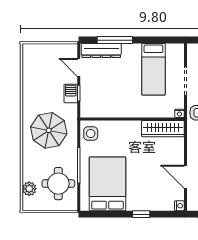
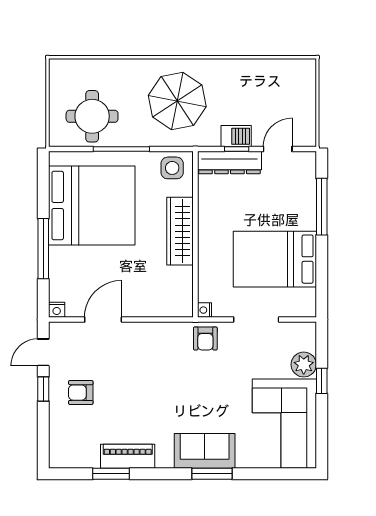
dresser: (101, 51) -> (229, 163), moved, turned -90
bed: (153, 69) -> (275, 259), width x1.50
wardrobe: (163, 129) -> (180, 231), moved
bed: (108, 184) -> (92, 205), width x1.36
plant: (29, 189) -> (84, 70), removed
window: (141, 214) -> (43, 249), width x2.17

